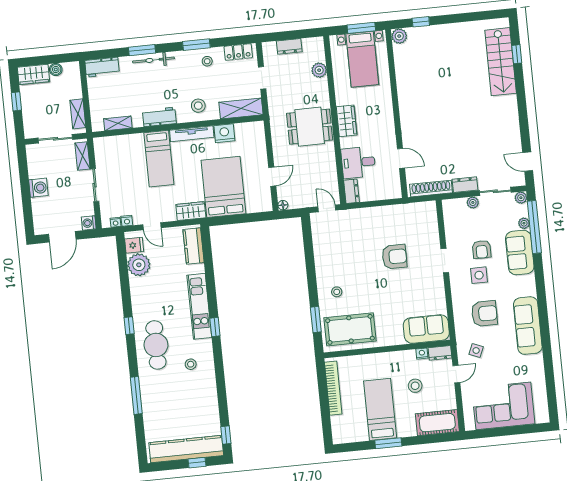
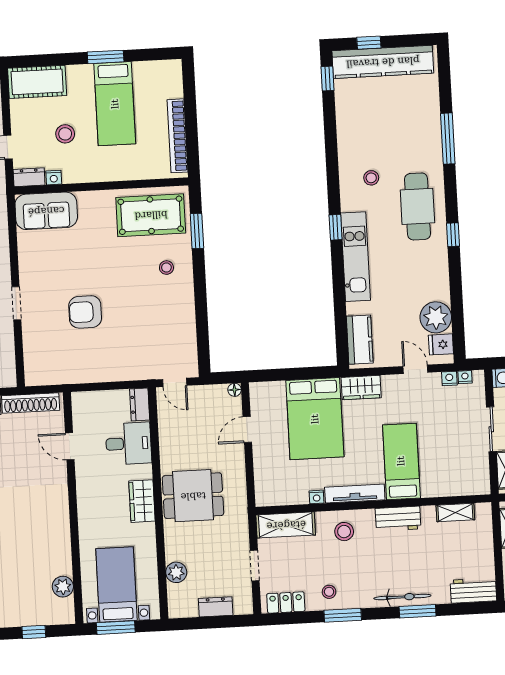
plant: (399, 36) -> (63, 587), moved
nightstand: (224, 133) -> (317, 497), width x0.53, depth x0.56

